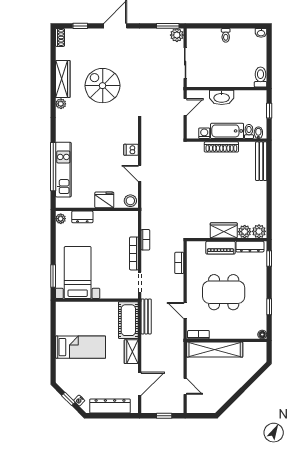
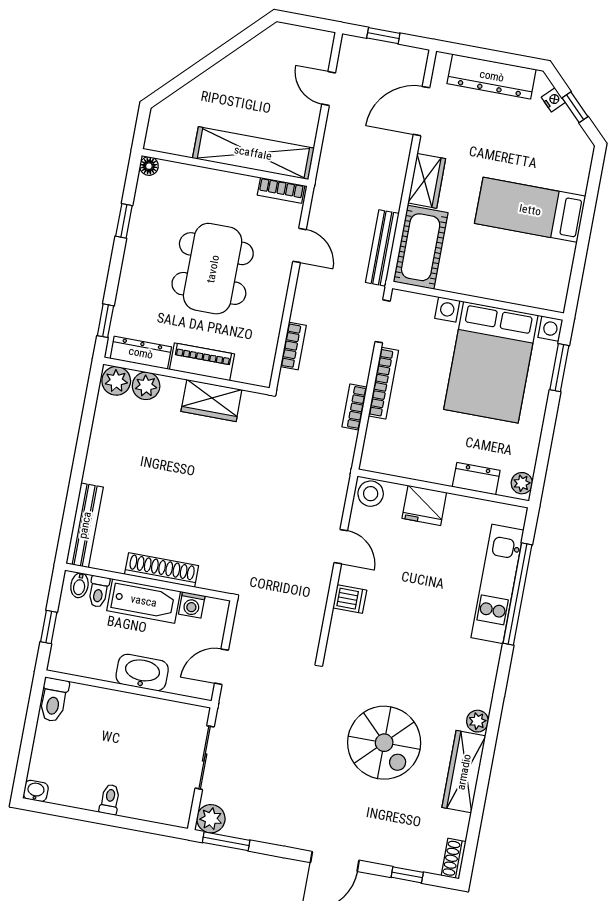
wardrobe: (224, 230) -> (211, 401), moved
bed with nightstands: (78, 273) -> (491, 362), width x1.36
dining table: (224, 292) -> (213, 269), turned 90

